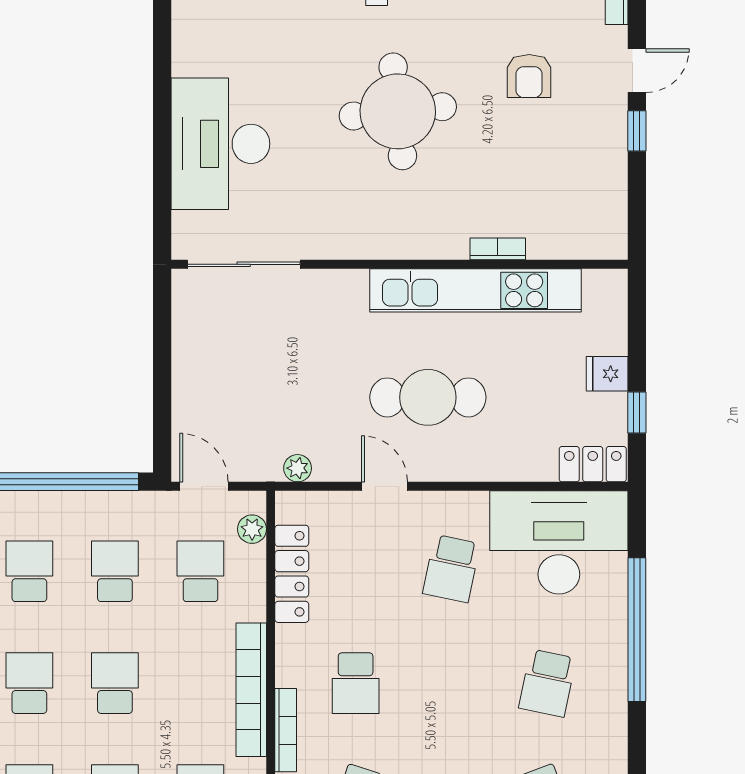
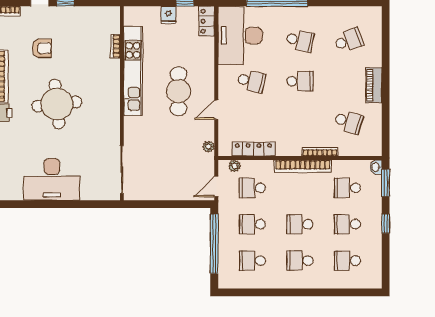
desk: (220, 144) -> (52, 179), moved
bookcase: (498, 249) -> (115, 46), moved
school desk: (356, 683) -> (300, 81), moved

